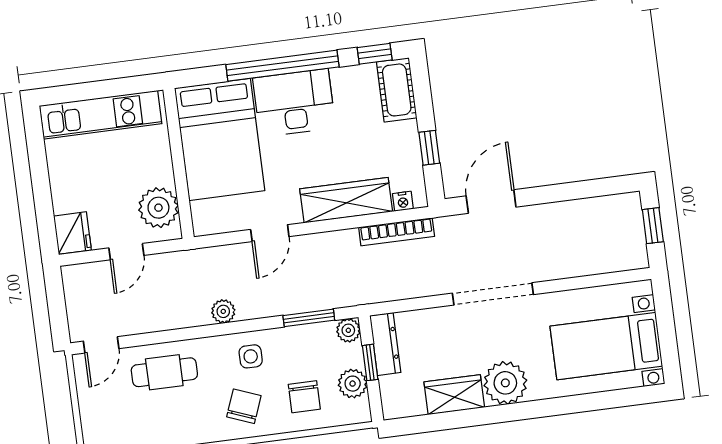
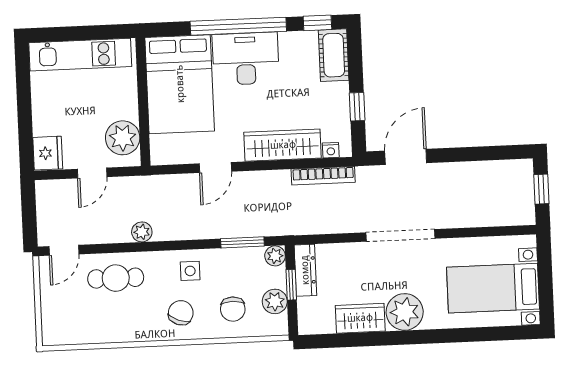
plant: (223, 311) -> (142, 232), moved

